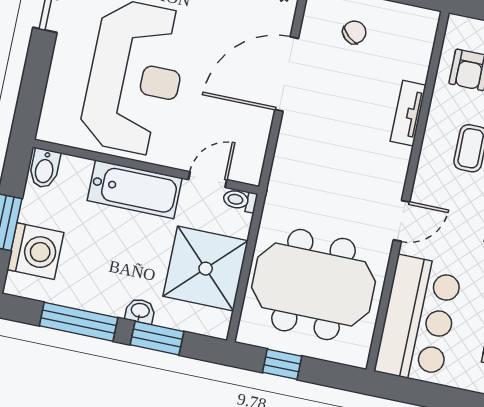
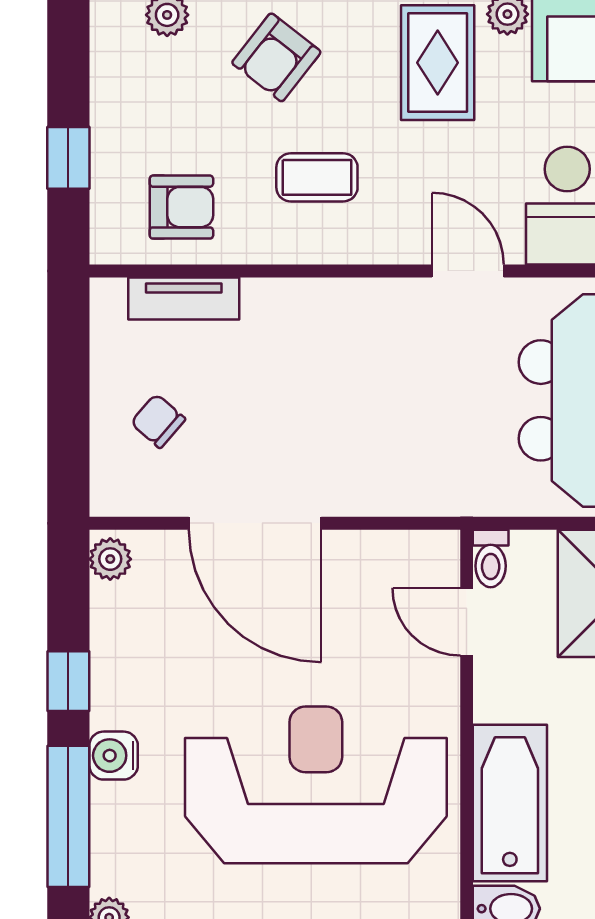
tv unit: (408, 113) -> (184, 298), moved
bathtub: (135, 189) -> (510, 803), moved

